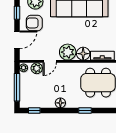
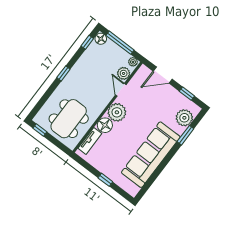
armchair: (34, 23) -> (166, 102), removed
door: (17, 40) -> (163, 75), hinge flipped
floor lamp: (60, 103) -> (101, 39), moved
window: (85, 111) -> (63, 73), moved

